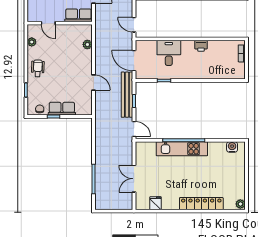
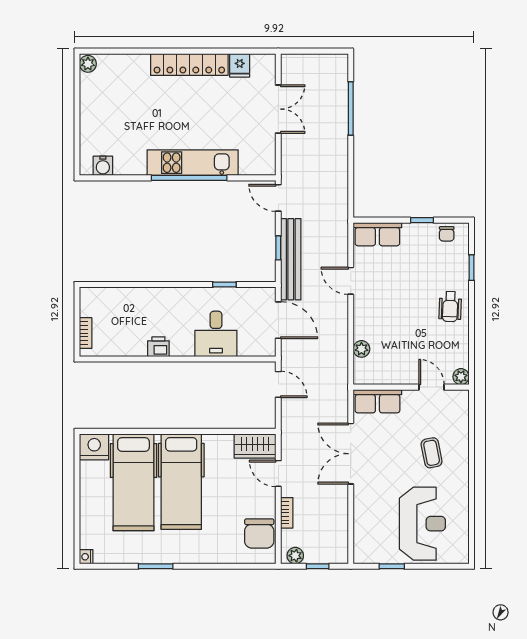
plant: (32, 42) -> (461, 377), moved
row of seats: (62, 109) -> (377, 234), moved
locker: (201, 204) -> (189, 64), moved

